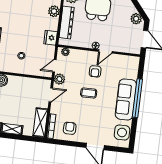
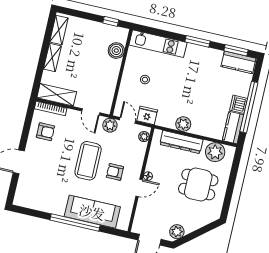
plant: (54, 11) -> (183, 124), moved
fridge: (51, 38) -> (147, 115), moved
door: (105, 51) -> (139, 188), swing flipped
coffee table: (89, 93) -> (88, 161), width x1.86, depth x1.72
sofa: (126, 99) -> (92, 212), moved
side table: (122, 132) -> (33, 198), removed

